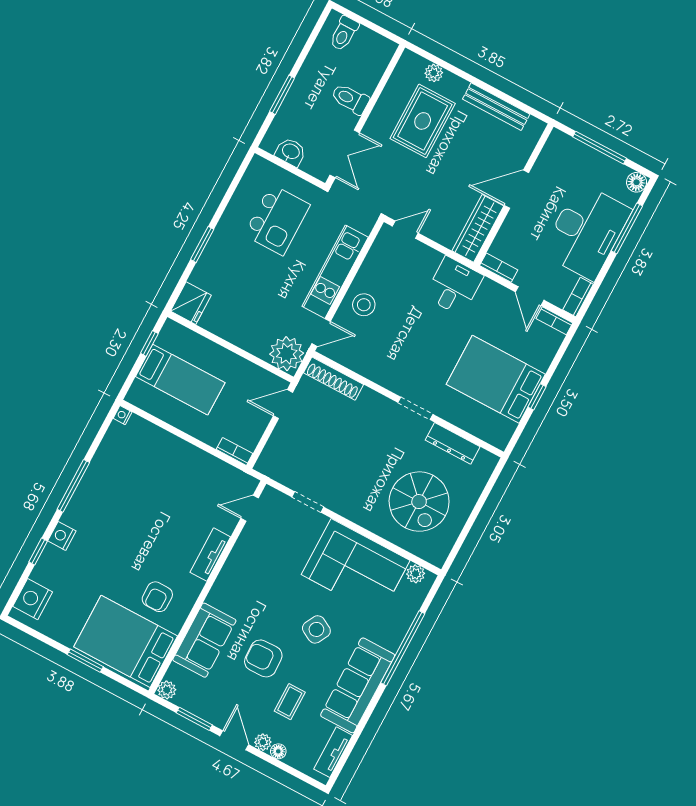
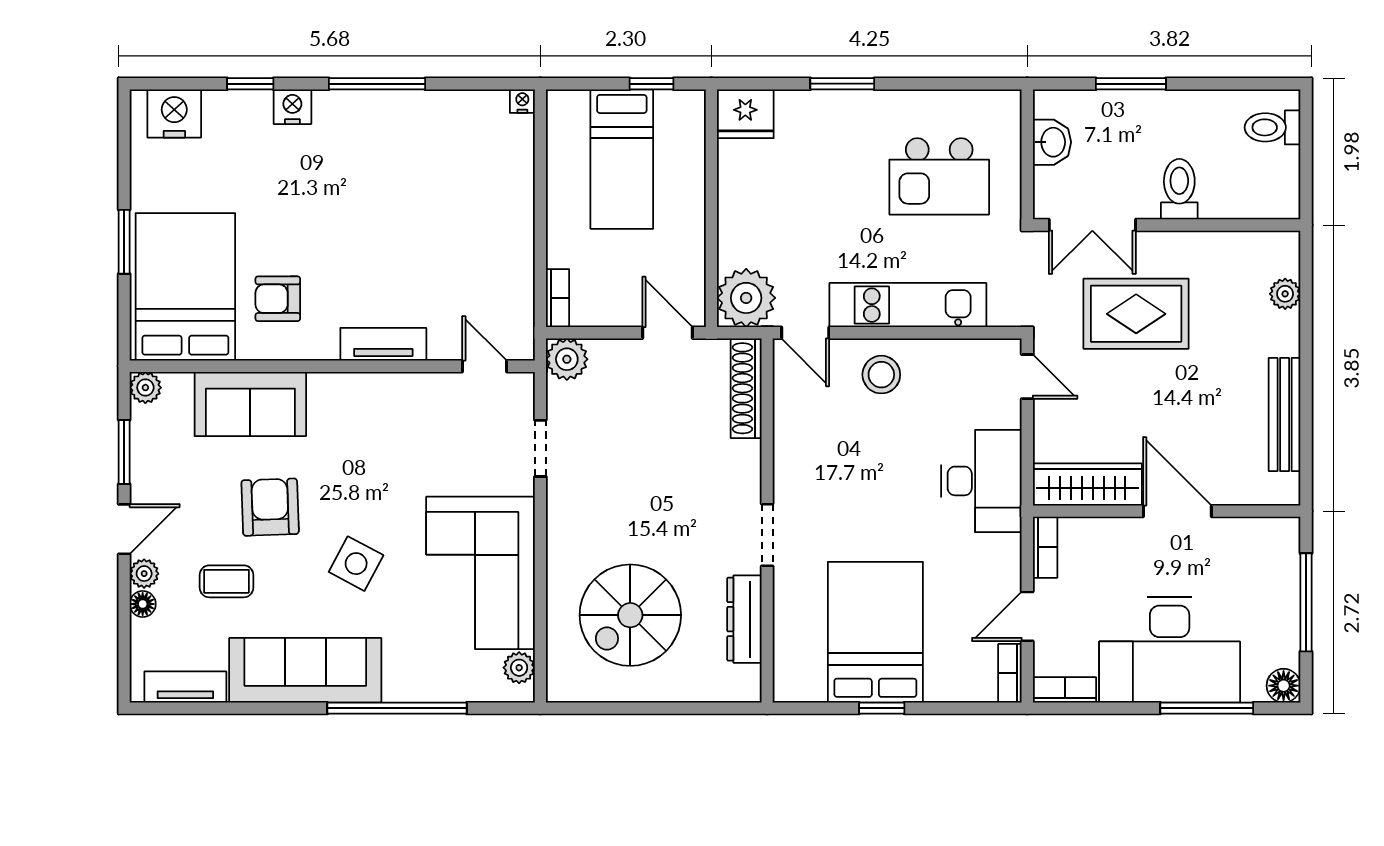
rug: (423, 121) -> (1136, 314), moved
desk: (454, 286) -> (981, 481), width x1.37
plant: (269, 464) -> (567, 359), added

